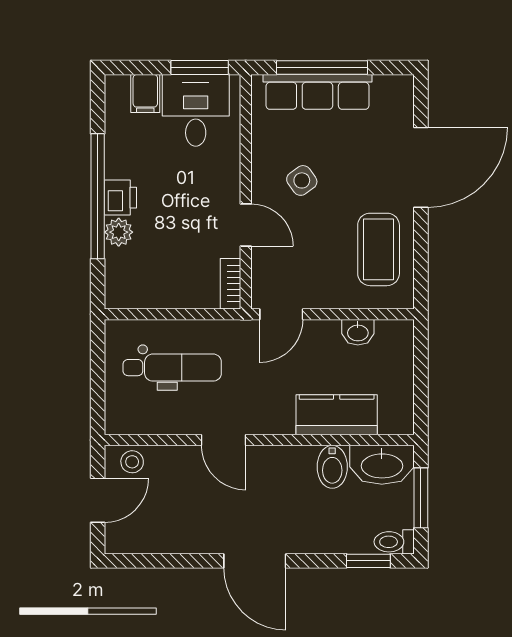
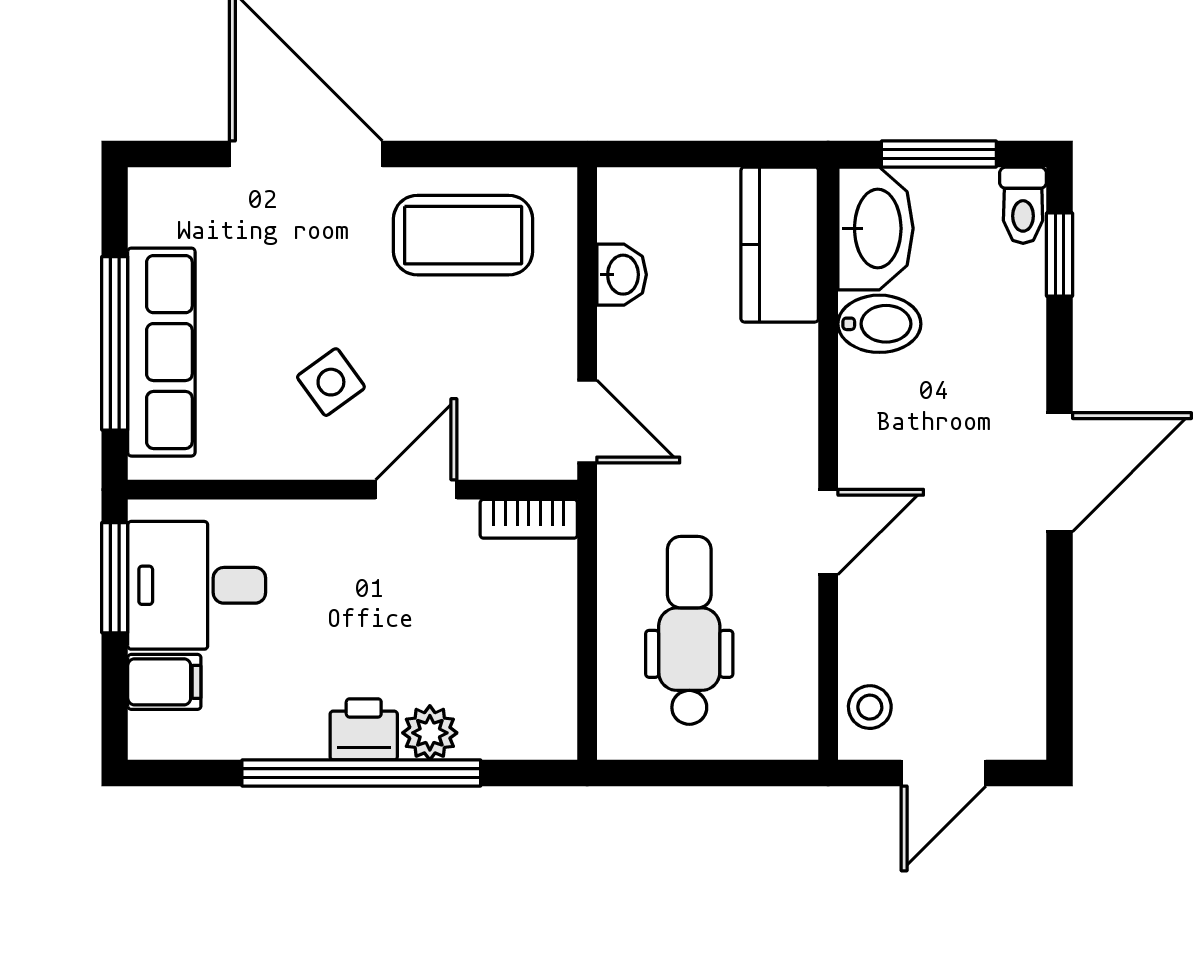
kitchen counter: (337, 415) -> (780, 245), moved
door: (98, 500) -> (944, 773), swing flipped

